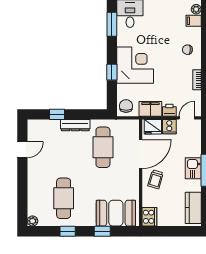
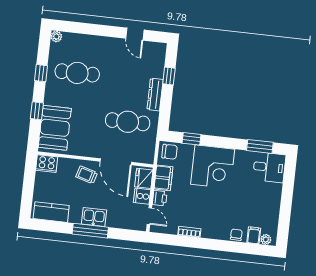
chair: (187, 50) -> (236, 235), moved
window: (112, 72) -> (192, 139), moved

